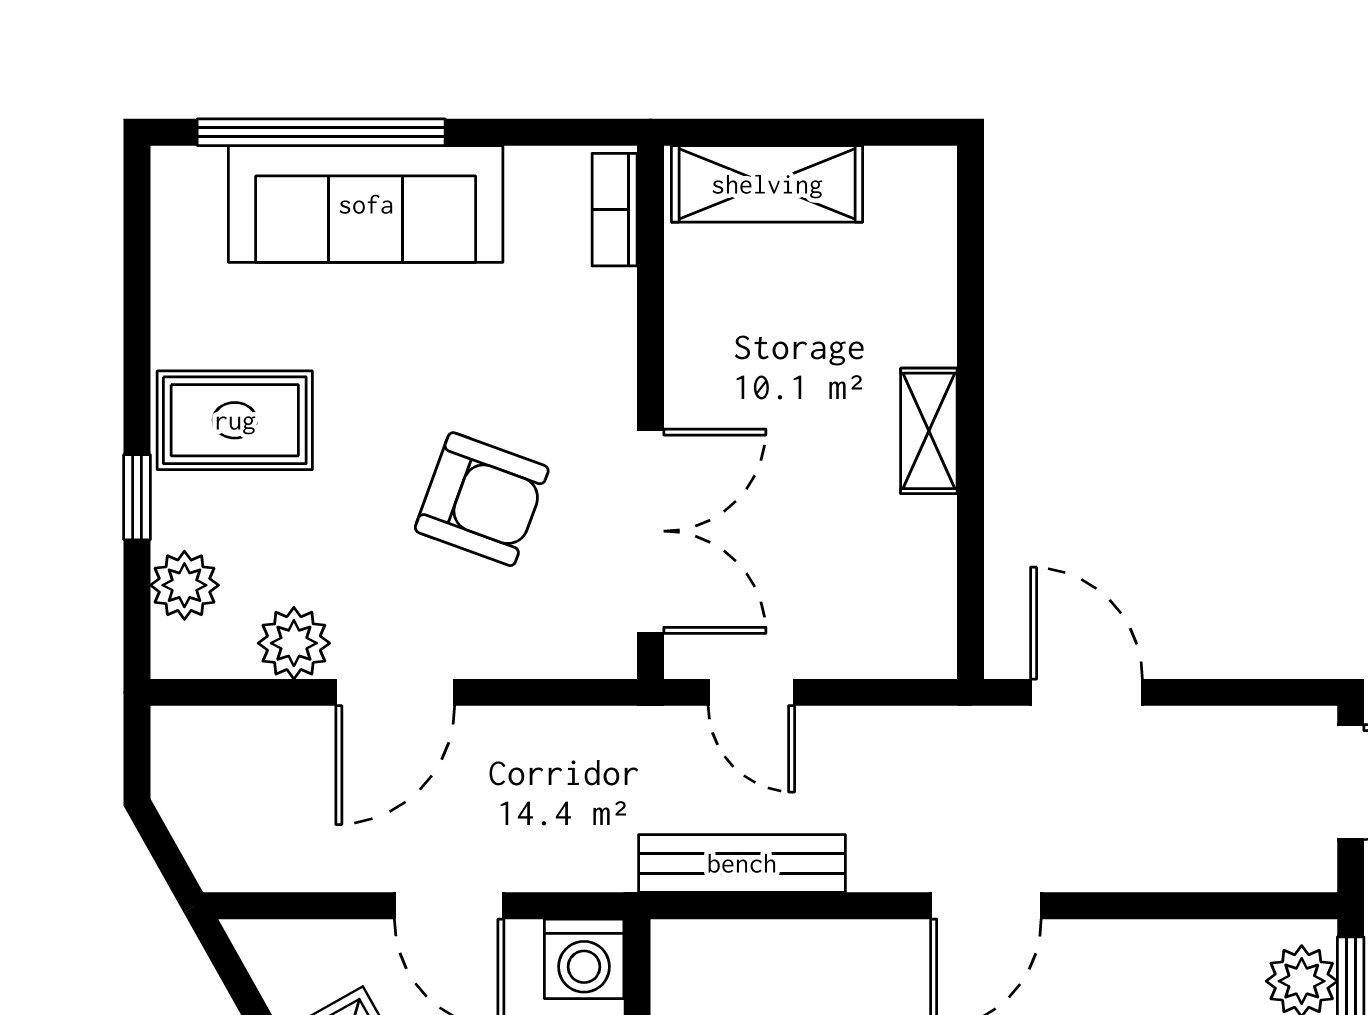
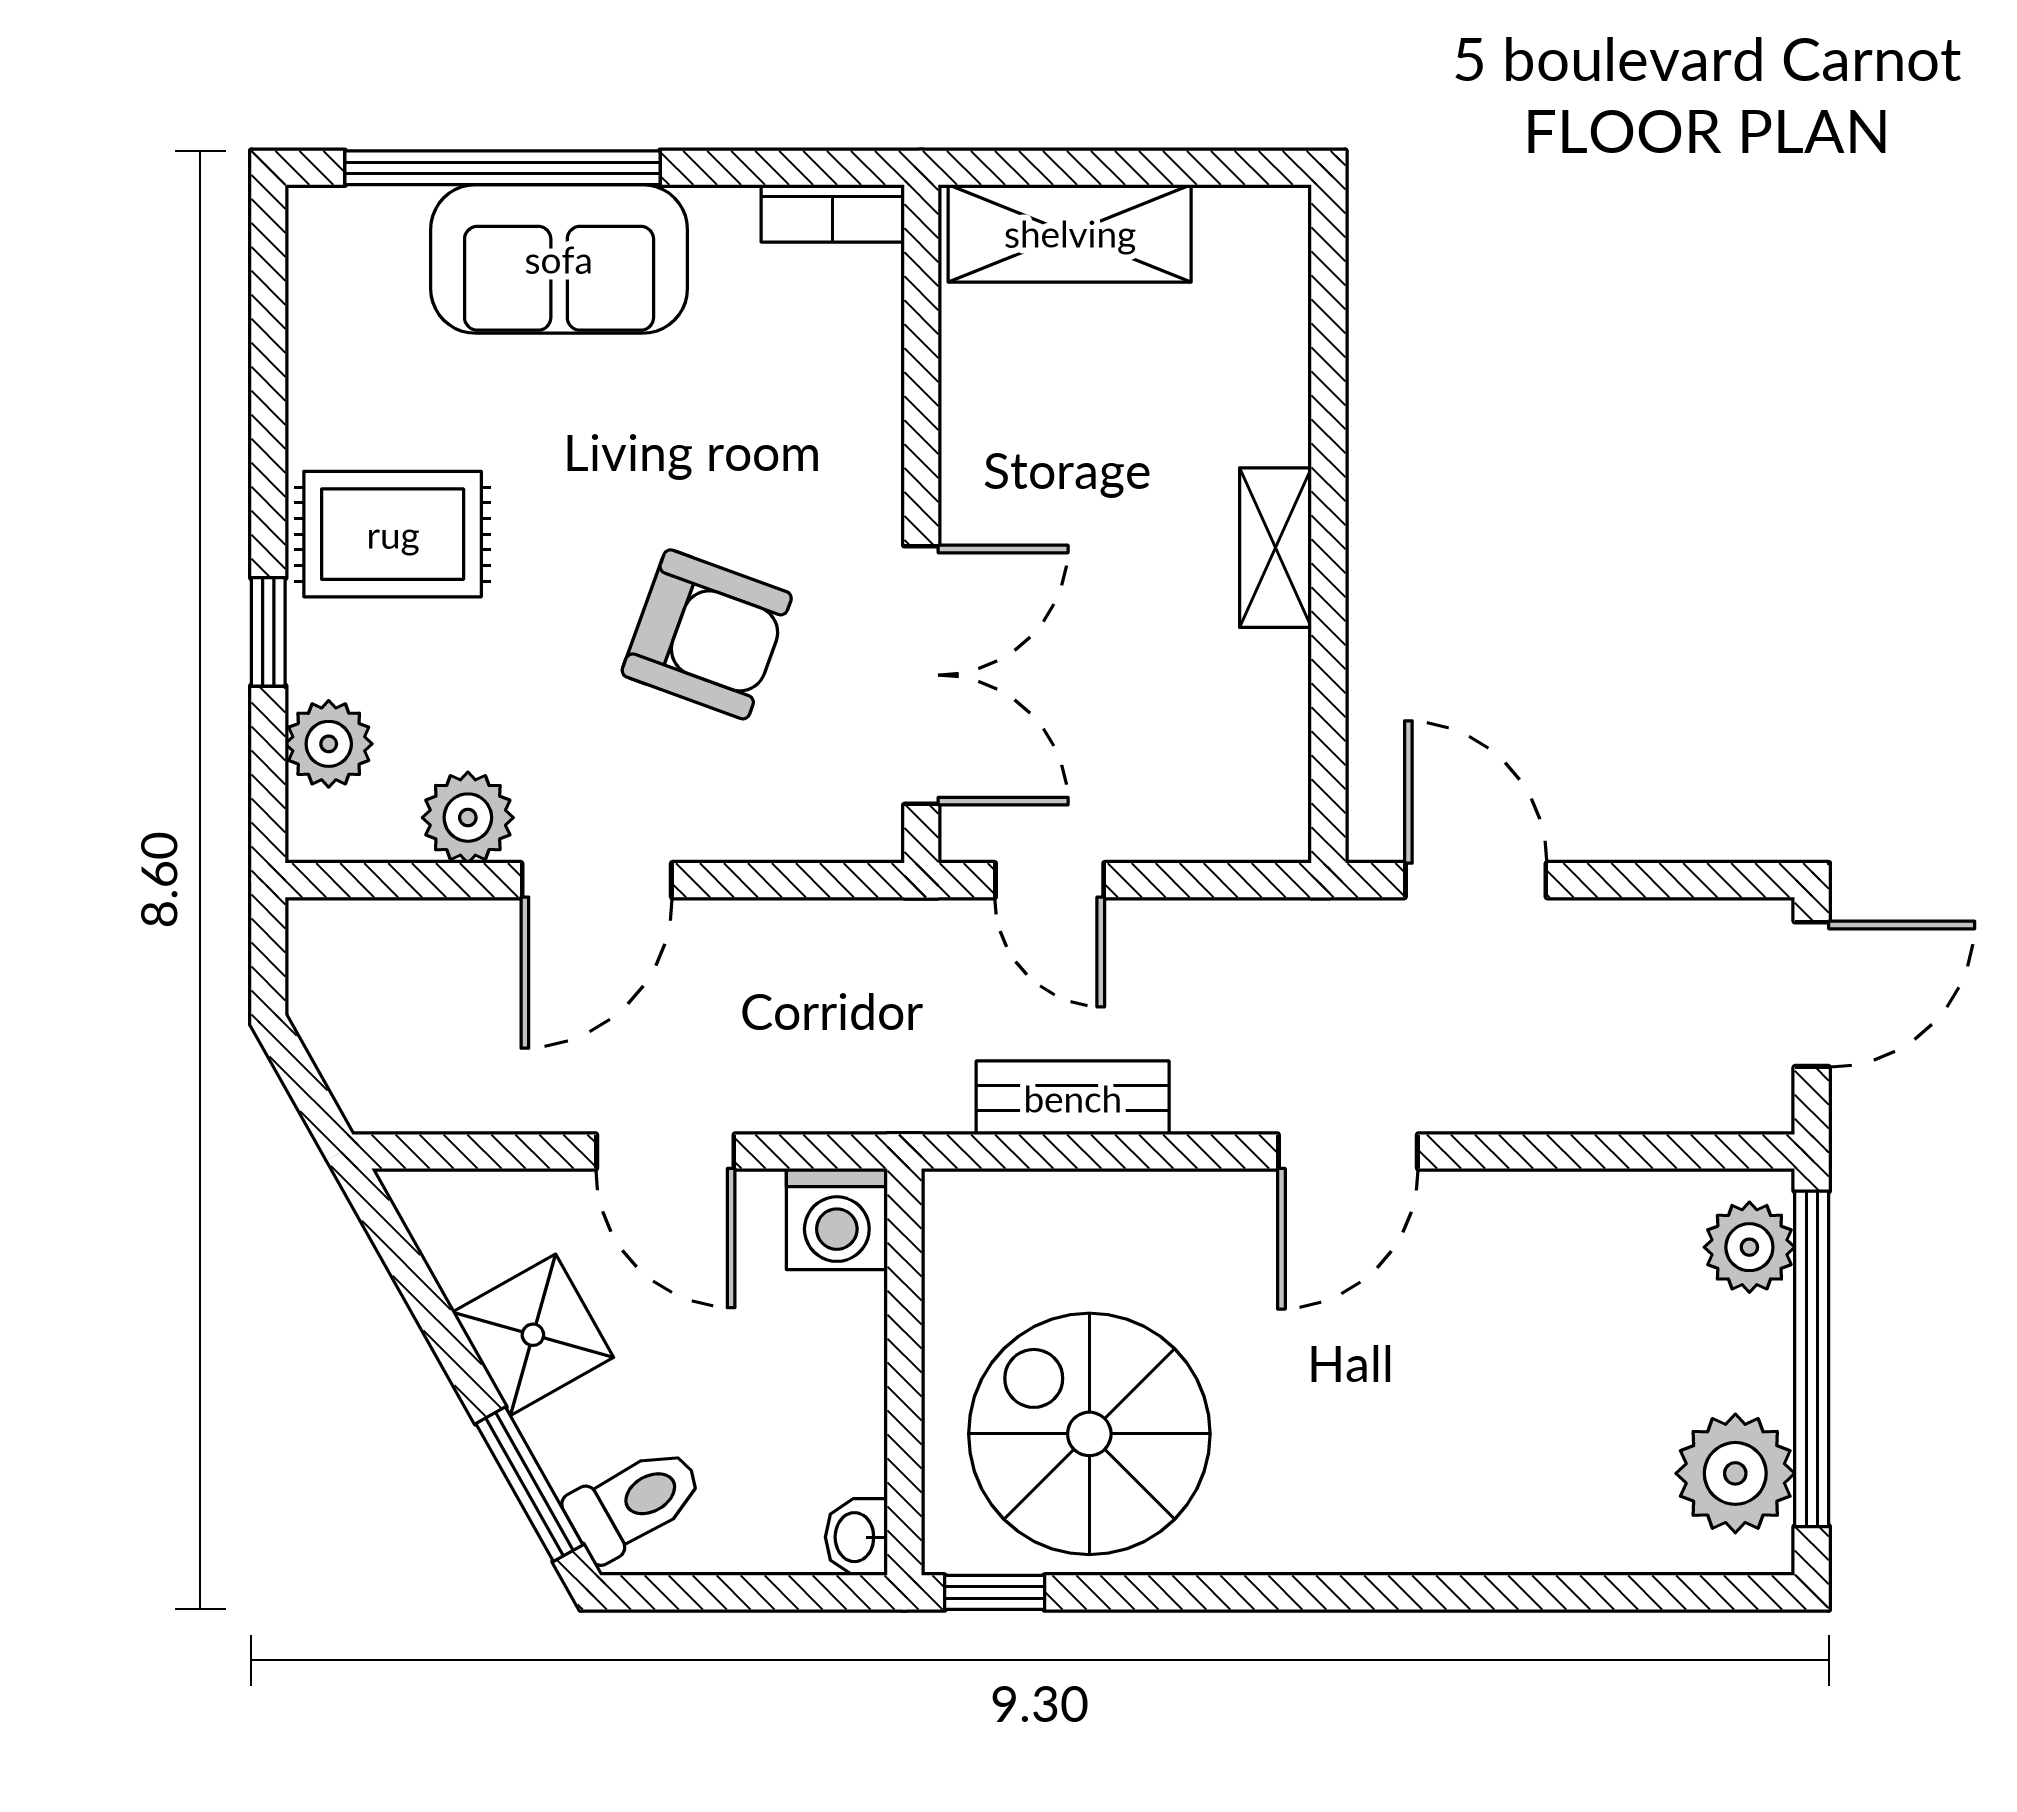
sofa: (366, 204) -> (559, 259), width x0.73
bookcase: (615, 210) -> (833, 213), moved, turned -90
bench: (742, 863) -> (1073, 1098), width x0.73

